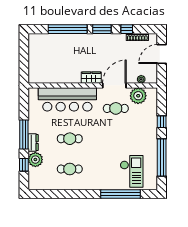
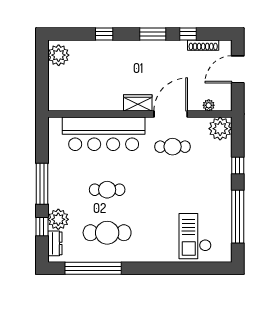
window: (68, 29) -> (104, 34), width x0.32
plant: (36, 44) -> (59, 55), added
plant: (138, 96) -> (220, 129), moved
dresser: (33, 143) -> (55, 243), moved
cafe table: (70, 169) -> (107, 233), width x1.37, depth x1.35
checkout: (132, 171) -> (195, 236), turned 180
window: (120, 194) -> (93, 268), moved

